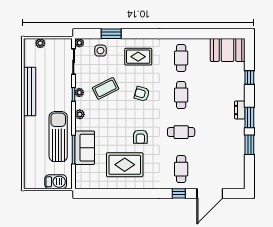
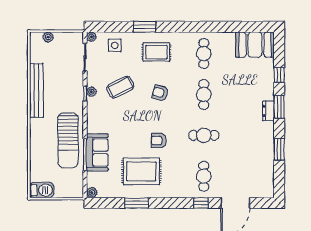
window: (111, 34) -> (145, 27), moved
plant: (80, 114) -> (92, 193), moved
window: (249, 117) -> (279, 107), moved
sun lounger: (58, 137) -> (68, 140), turned 180
armchair: (140, 137) -> (159, 141), turned 90
barbecue: (56, 182) -> (42, 190), moved
window: (120, 193) -> (137, 203), added

